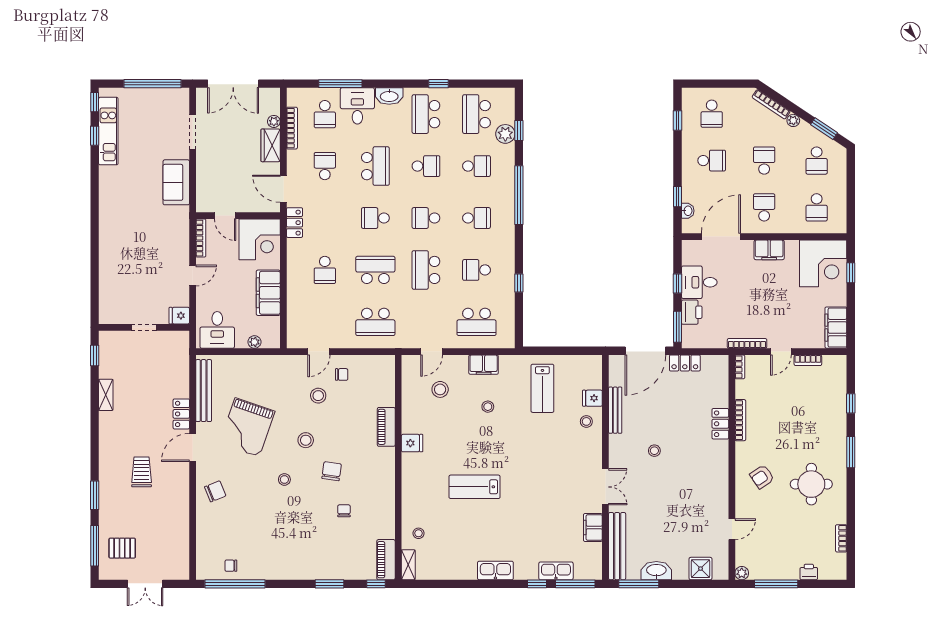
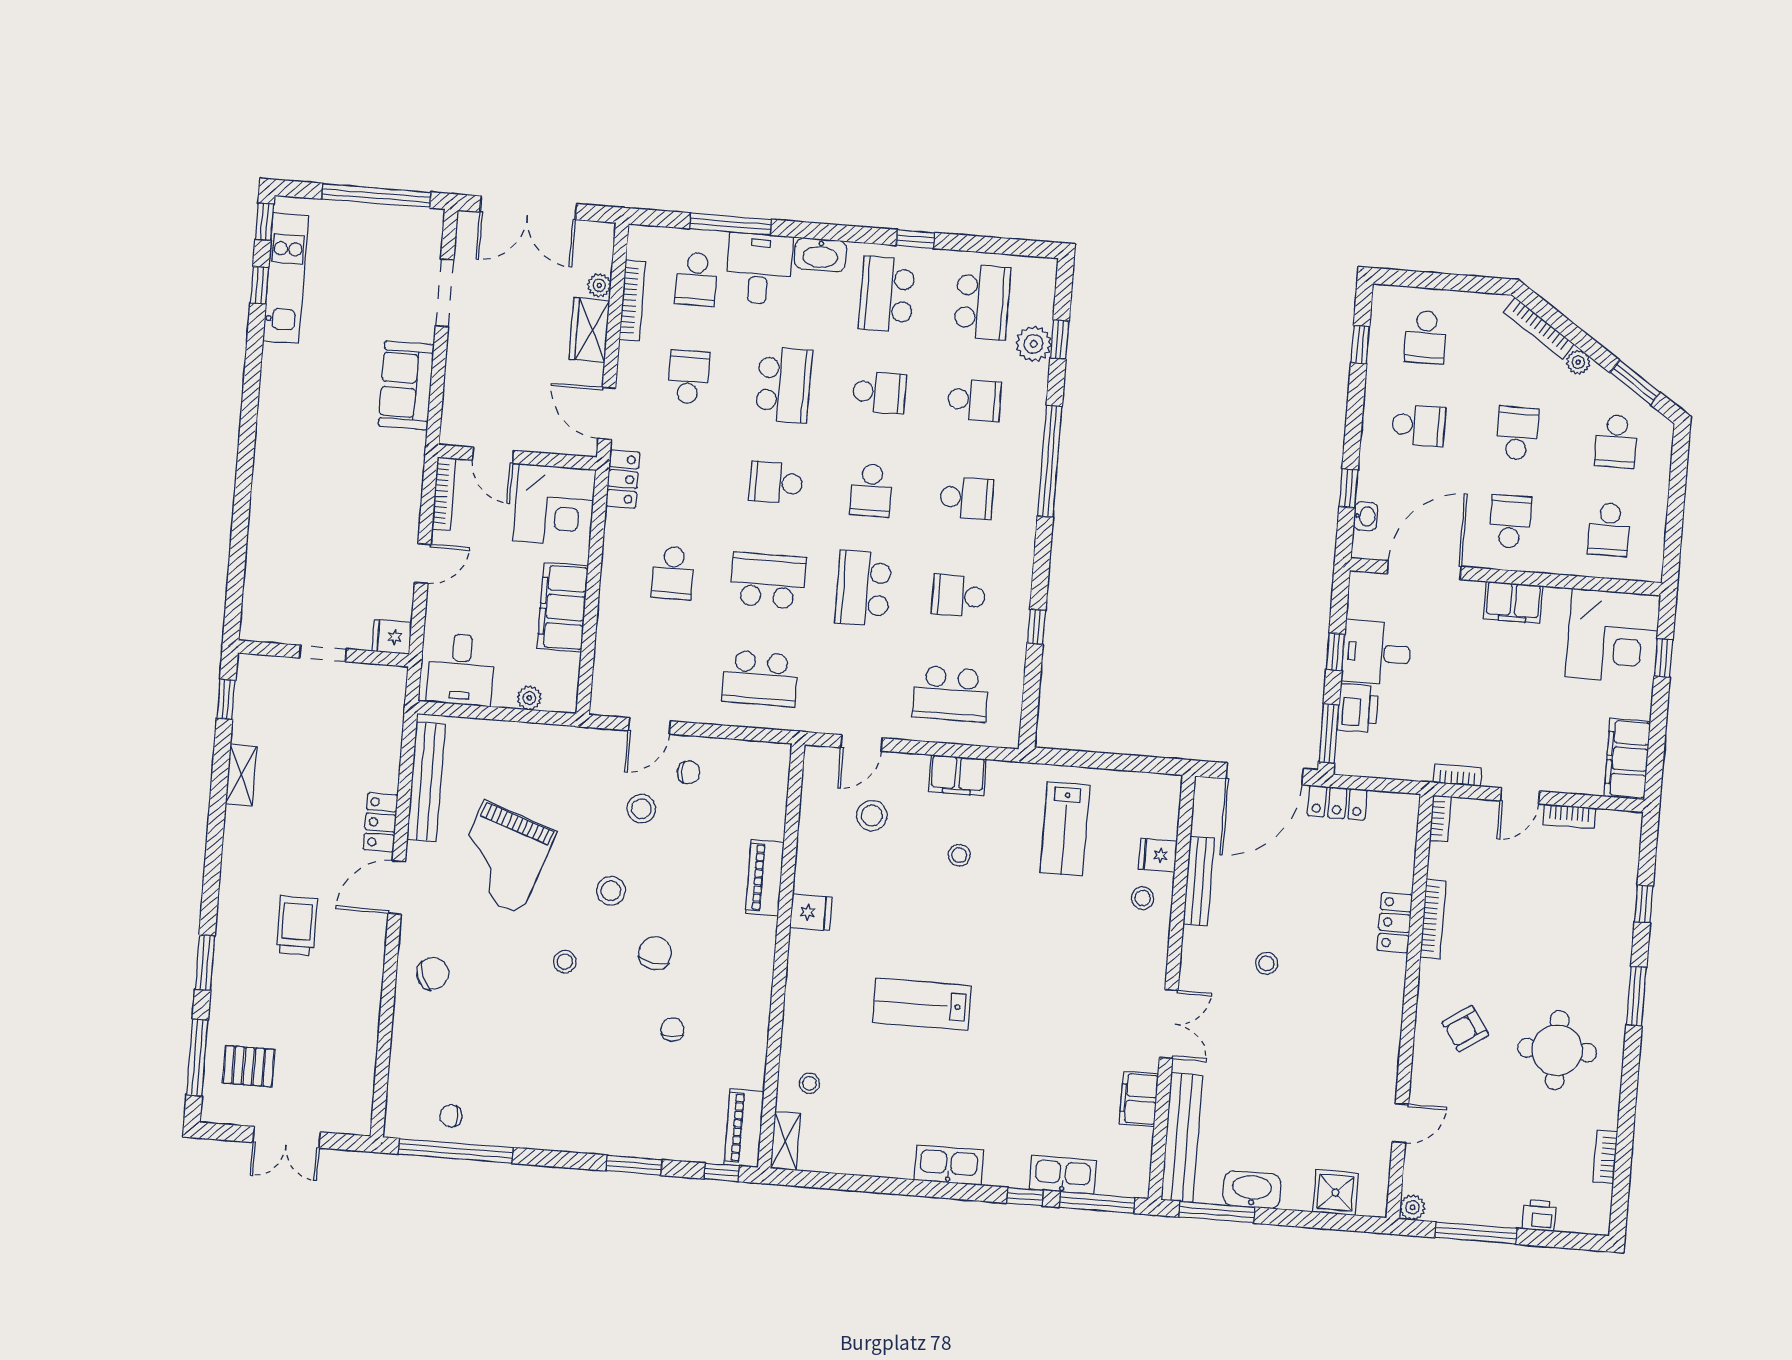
school desk: (477, 114) -> (982, 302), turned 180
school desk: (426, 218) -> (871, 490), turned -90
bookcase: (747, 343) -> (1457, 775), width x0.64

